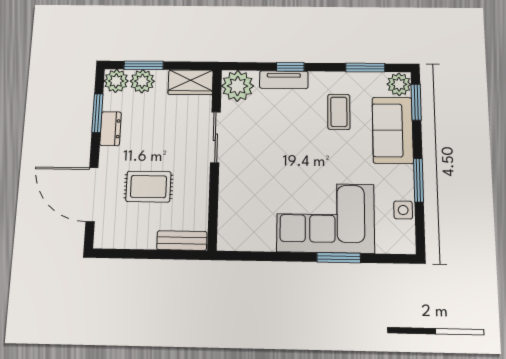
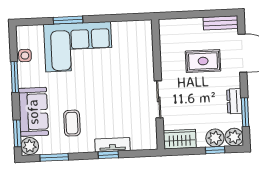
window: (144, 65) -> (215, 150), width x0.67
plant: (238, 86) -> (146, 138), removed
bench: (182, 241) -> (221, 23), moved

